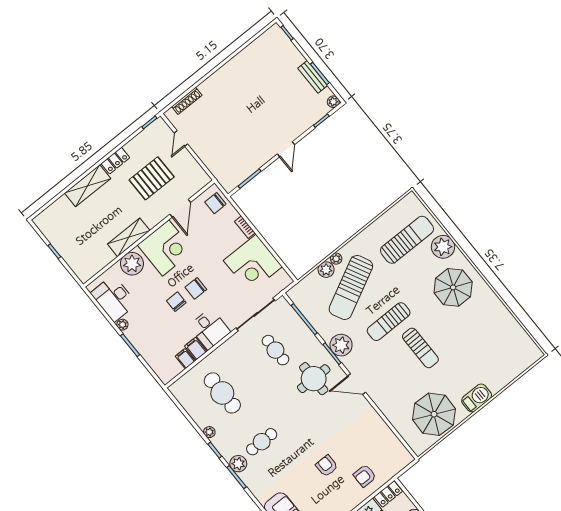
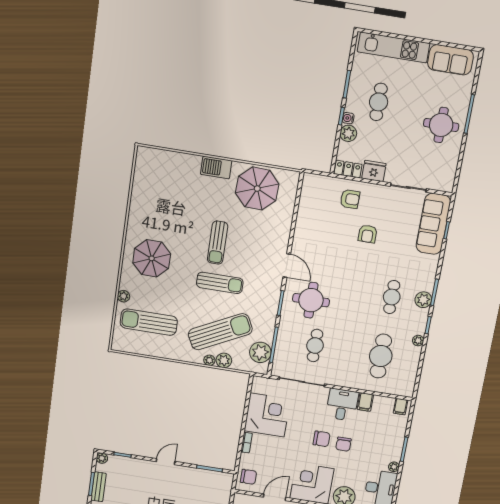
plant: (443, 247) -> (124, 296), width x0.53, depth x0.53
plant: (341, 345) -> (260, 352), moved
sun lounger: (420, 348) -> (218, 243), turned 180
filing cabinet: (185, 359) -> (400, 407), moved
cafe table: (262, 442) -> (392, 297), turned 90

